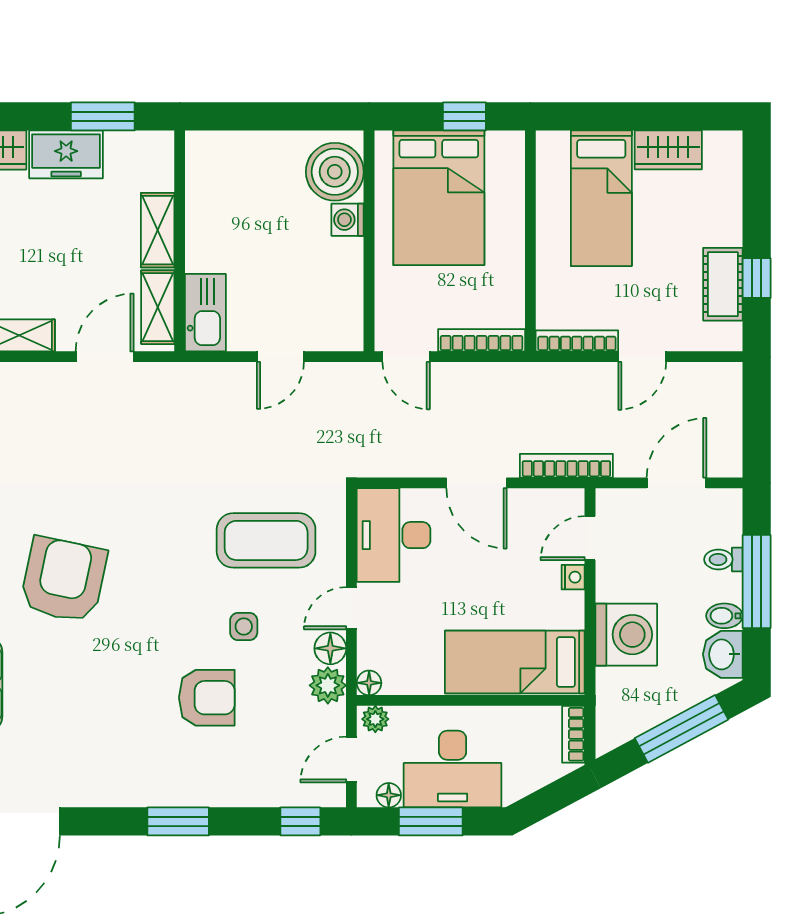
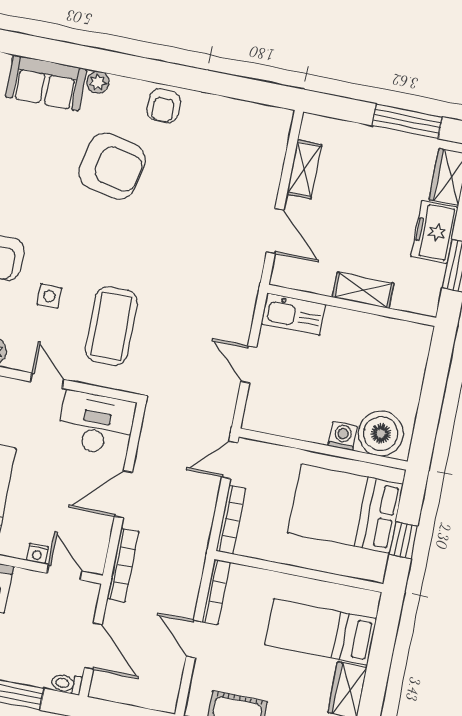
shelving: (158, 307) -> (305, 279), removed
toilet: (723, 559) -> (67, 684), moved, turned -90
floor lamp: (330, 648) -> (20, 358), removed

